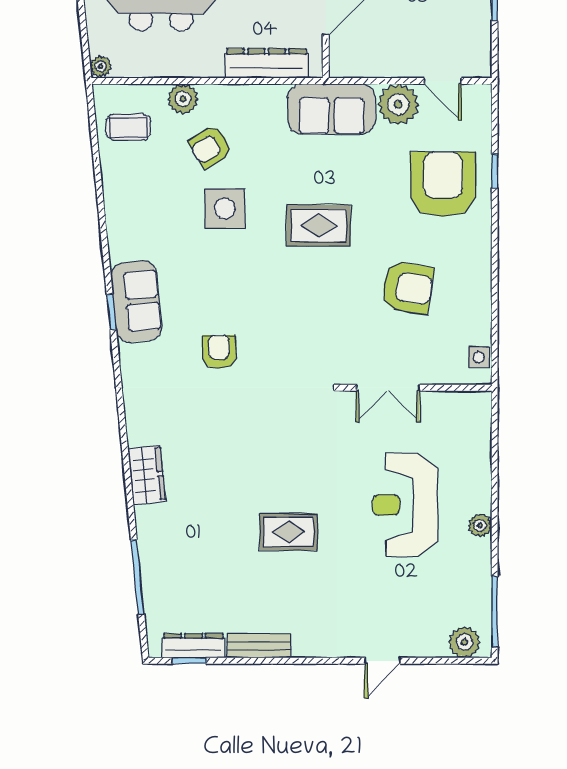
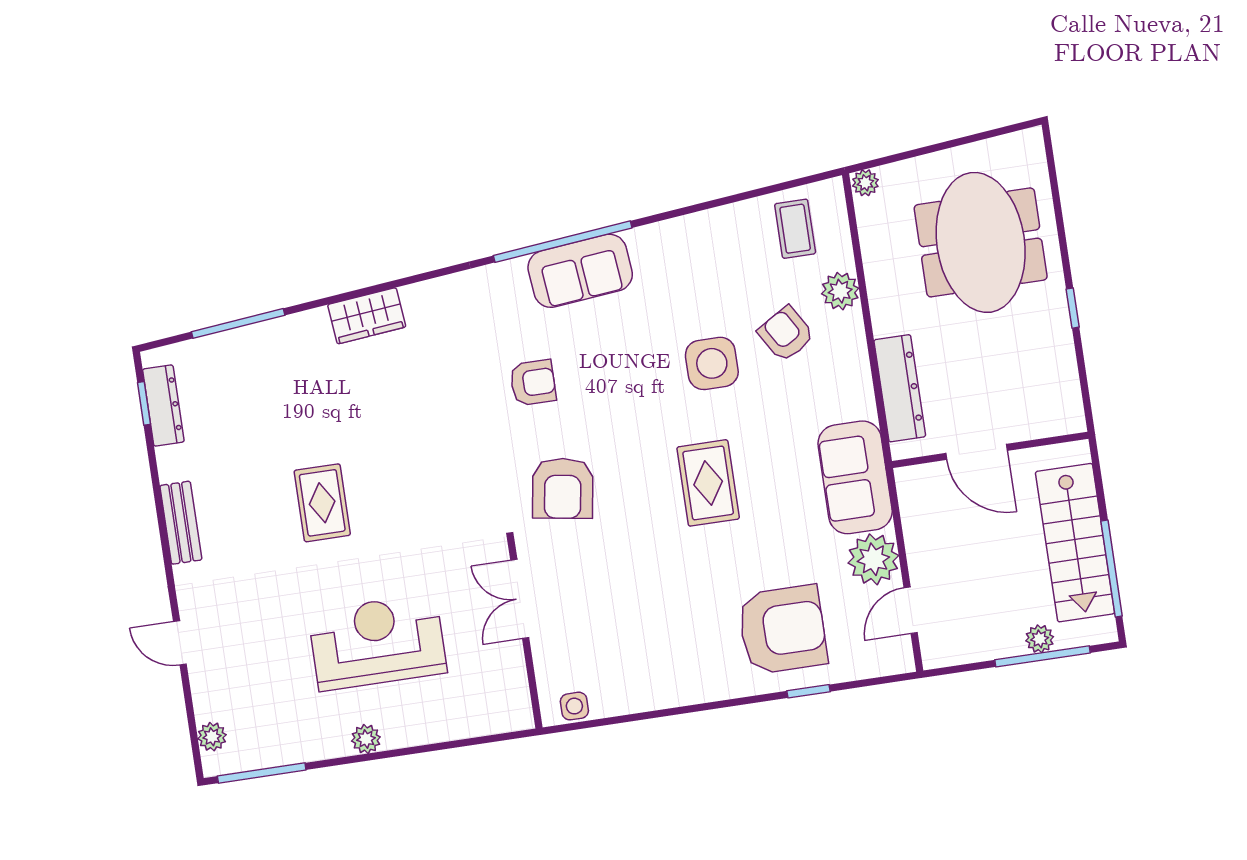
armchair: (407, 288) -> (563, 488), moved
window: (111, 312) -> (563, 242), width x3.17
plant: (464, 642) -> (212, 737), width x0.73, depth x0.73
bench: (259, 646) -> (181, 523), moved

